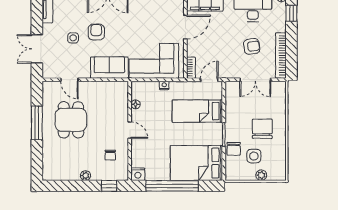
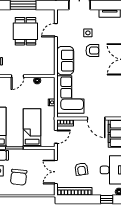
door: (209, 80) -> (56, 137), hinge flipped
dining table: (71, 120) -> (25, 31), turned 90
chair: (262, 129) -> (19, 177), turned 96

